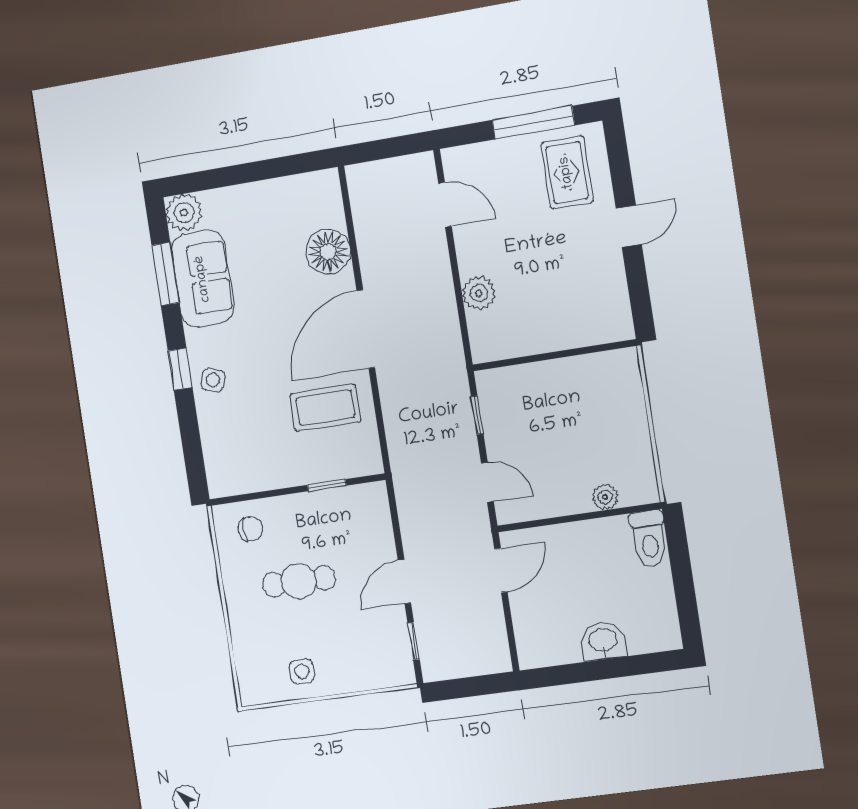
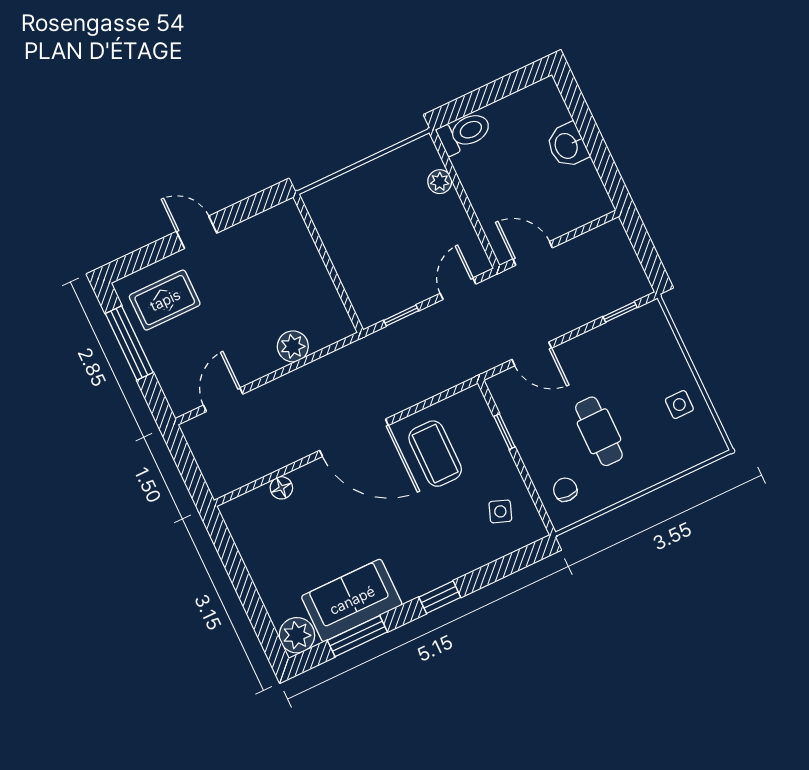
floor lamp: (328, 252) -> (281, 488), width x0.53, depth x0.53
side table: (213, 380) -> (500, 511), moved
door: (404, 582) -> (532, 354), moved

